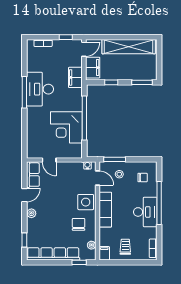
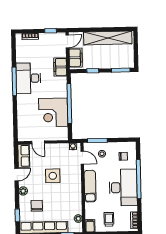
side table: (86, 202) -> (53, 176), moved
desk: (145, 212) -> (123, 188), width x1.36, depth x1.30
chair: (79, 224) -> (37, 206), moved

